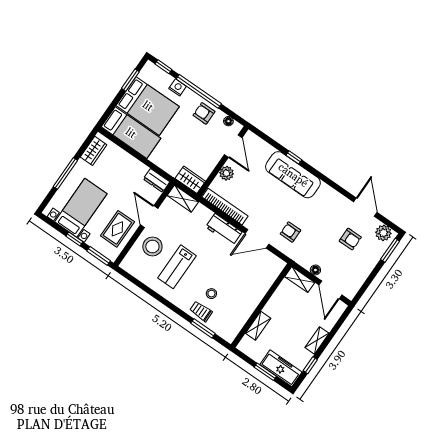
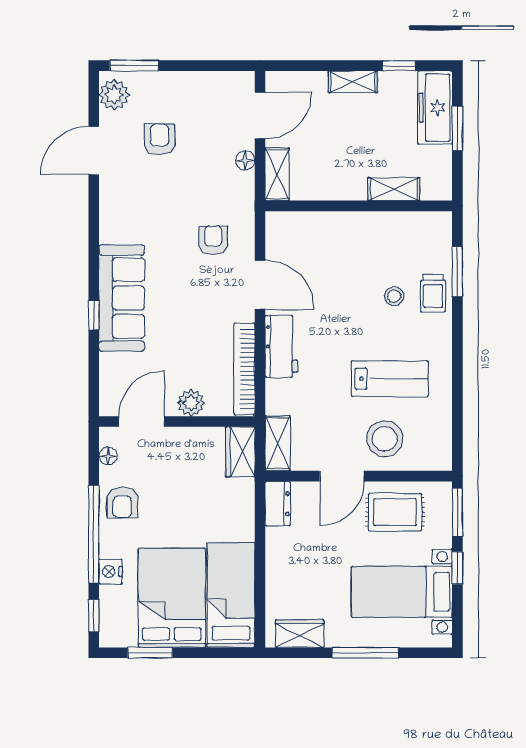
armchair: (290, 232) -> (213, 240), turned 180

